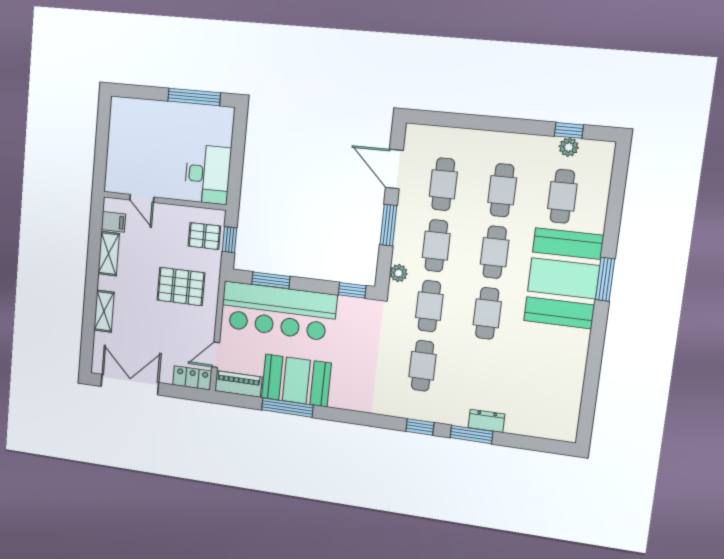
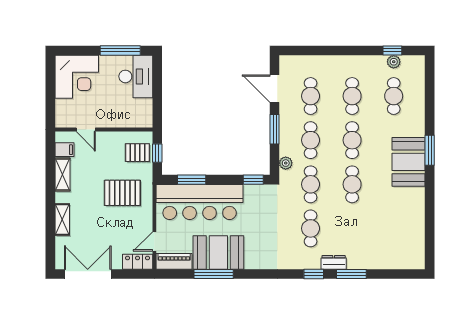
corner desk: (136, 127) -> (77, 77), added
desk: (207, 174) -> (136, 76), moved
booth: (563, 278) -> (409, 162), width x0.73, depth x0.70
dresser: (486, 421) -> (334, 262), moved

